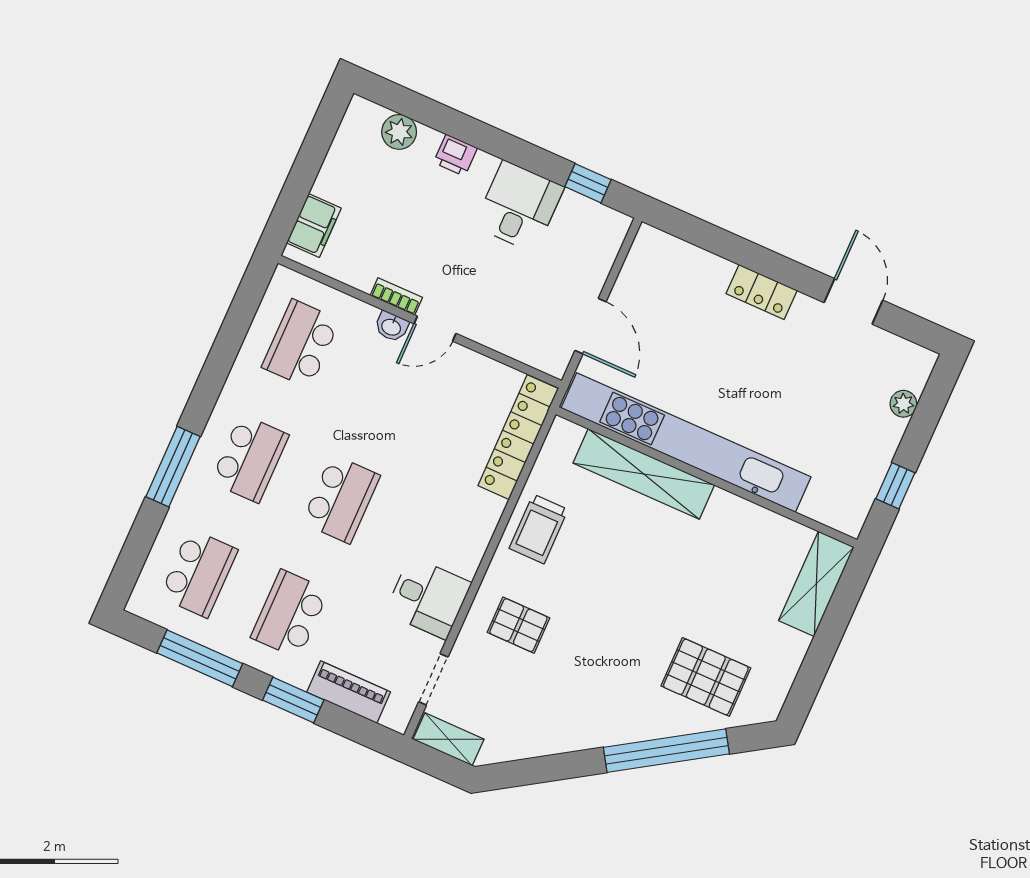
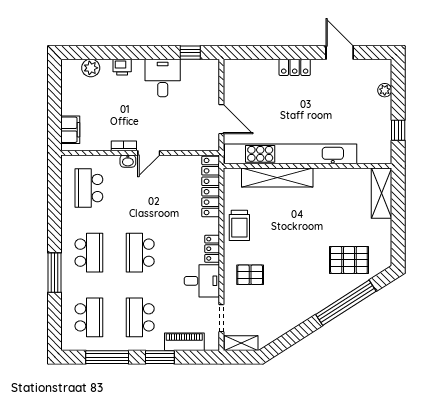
school desk: (341, 499) -> (140, 253), turned 180
locker: (472, 549) -> (212, 249), added

